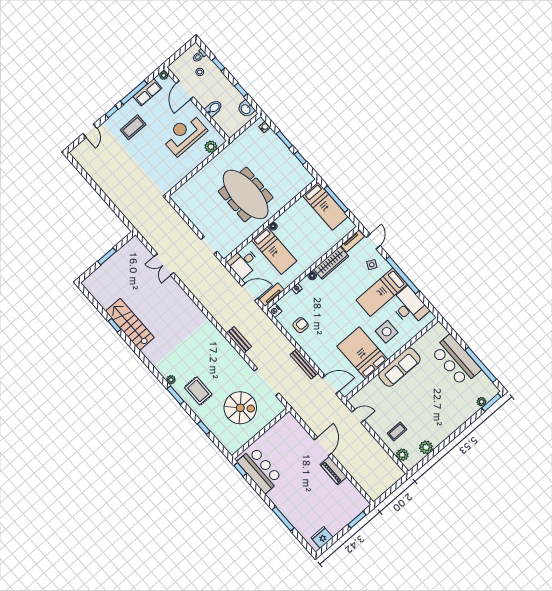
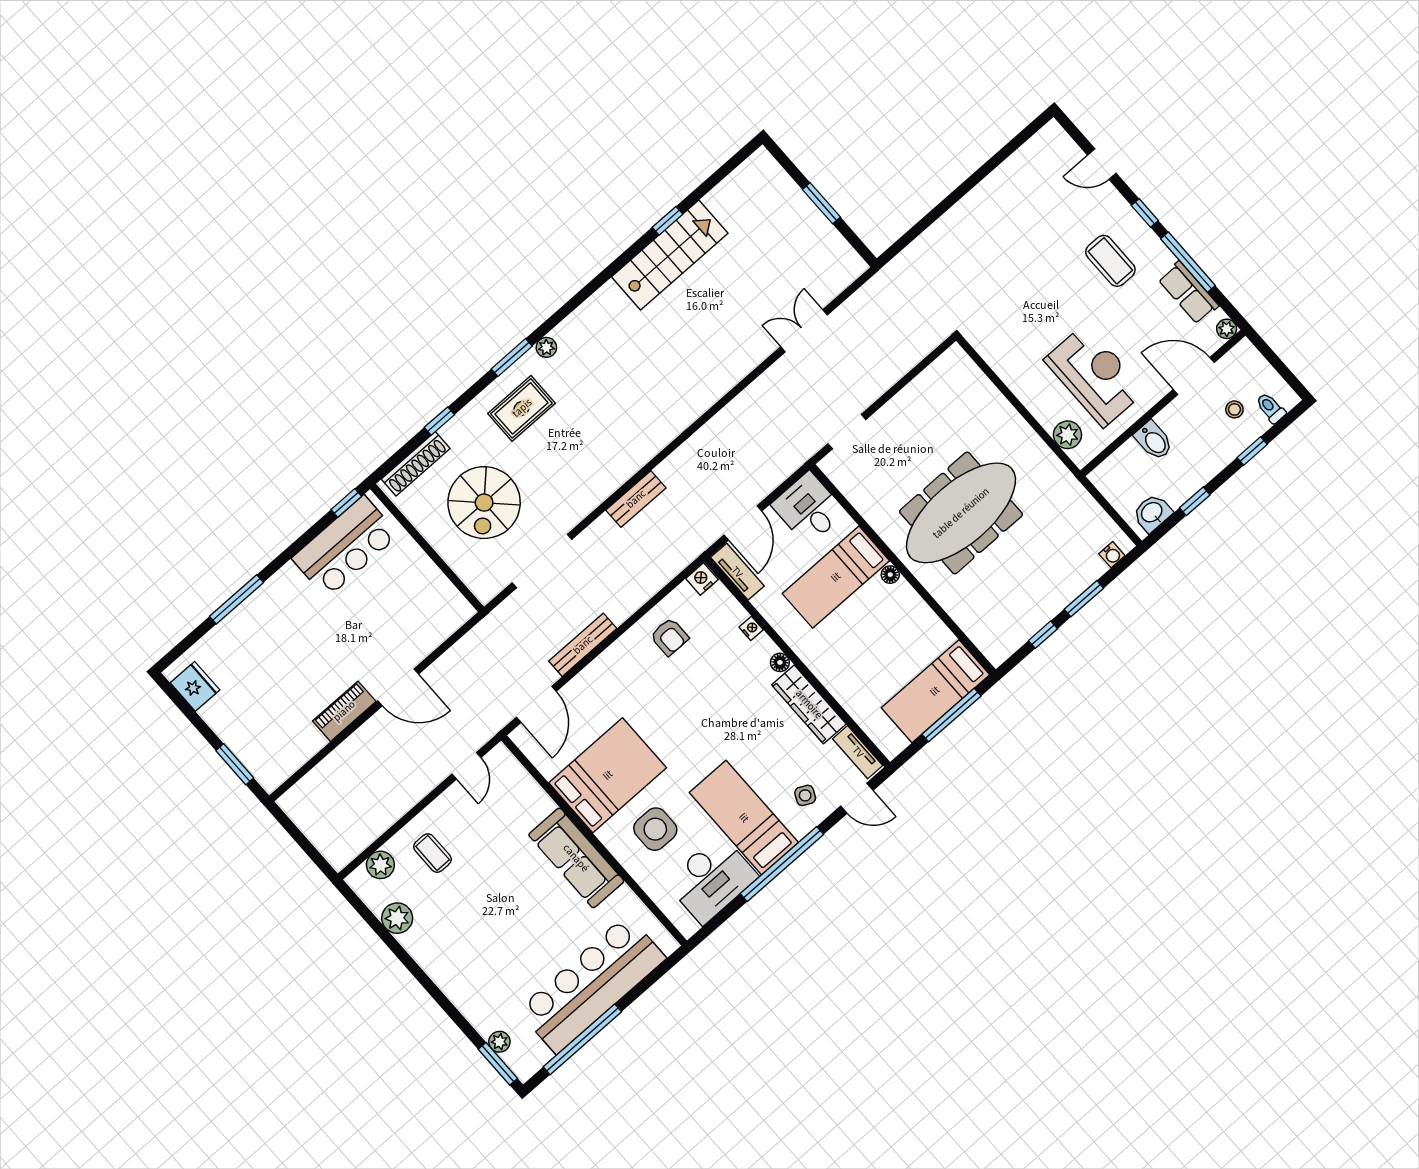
bar counter: (456, 360) -> (592, 984), width x1.36
shoe rack: (223, 438) -> (416, 464), added

